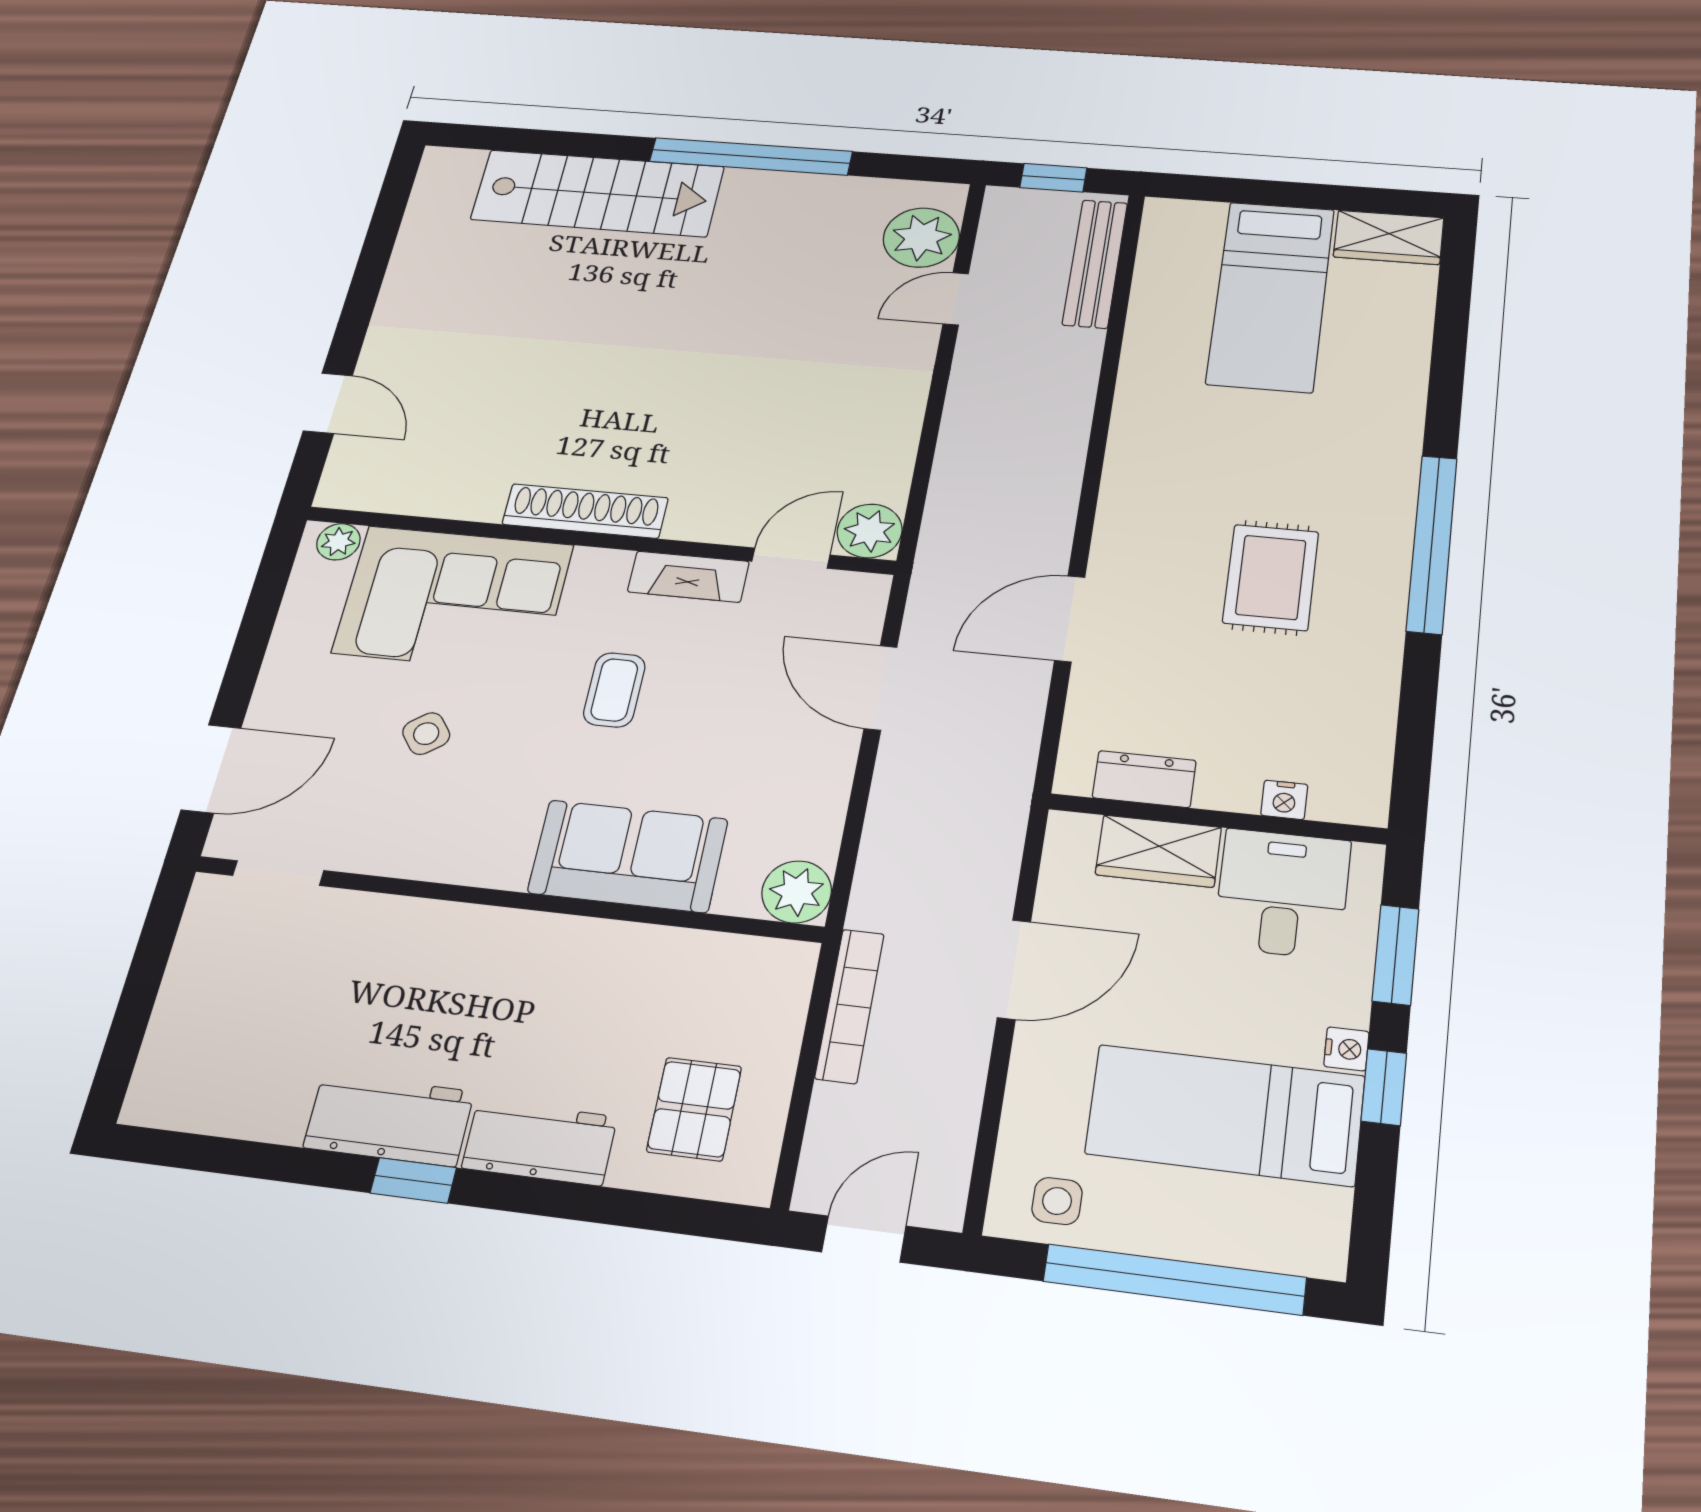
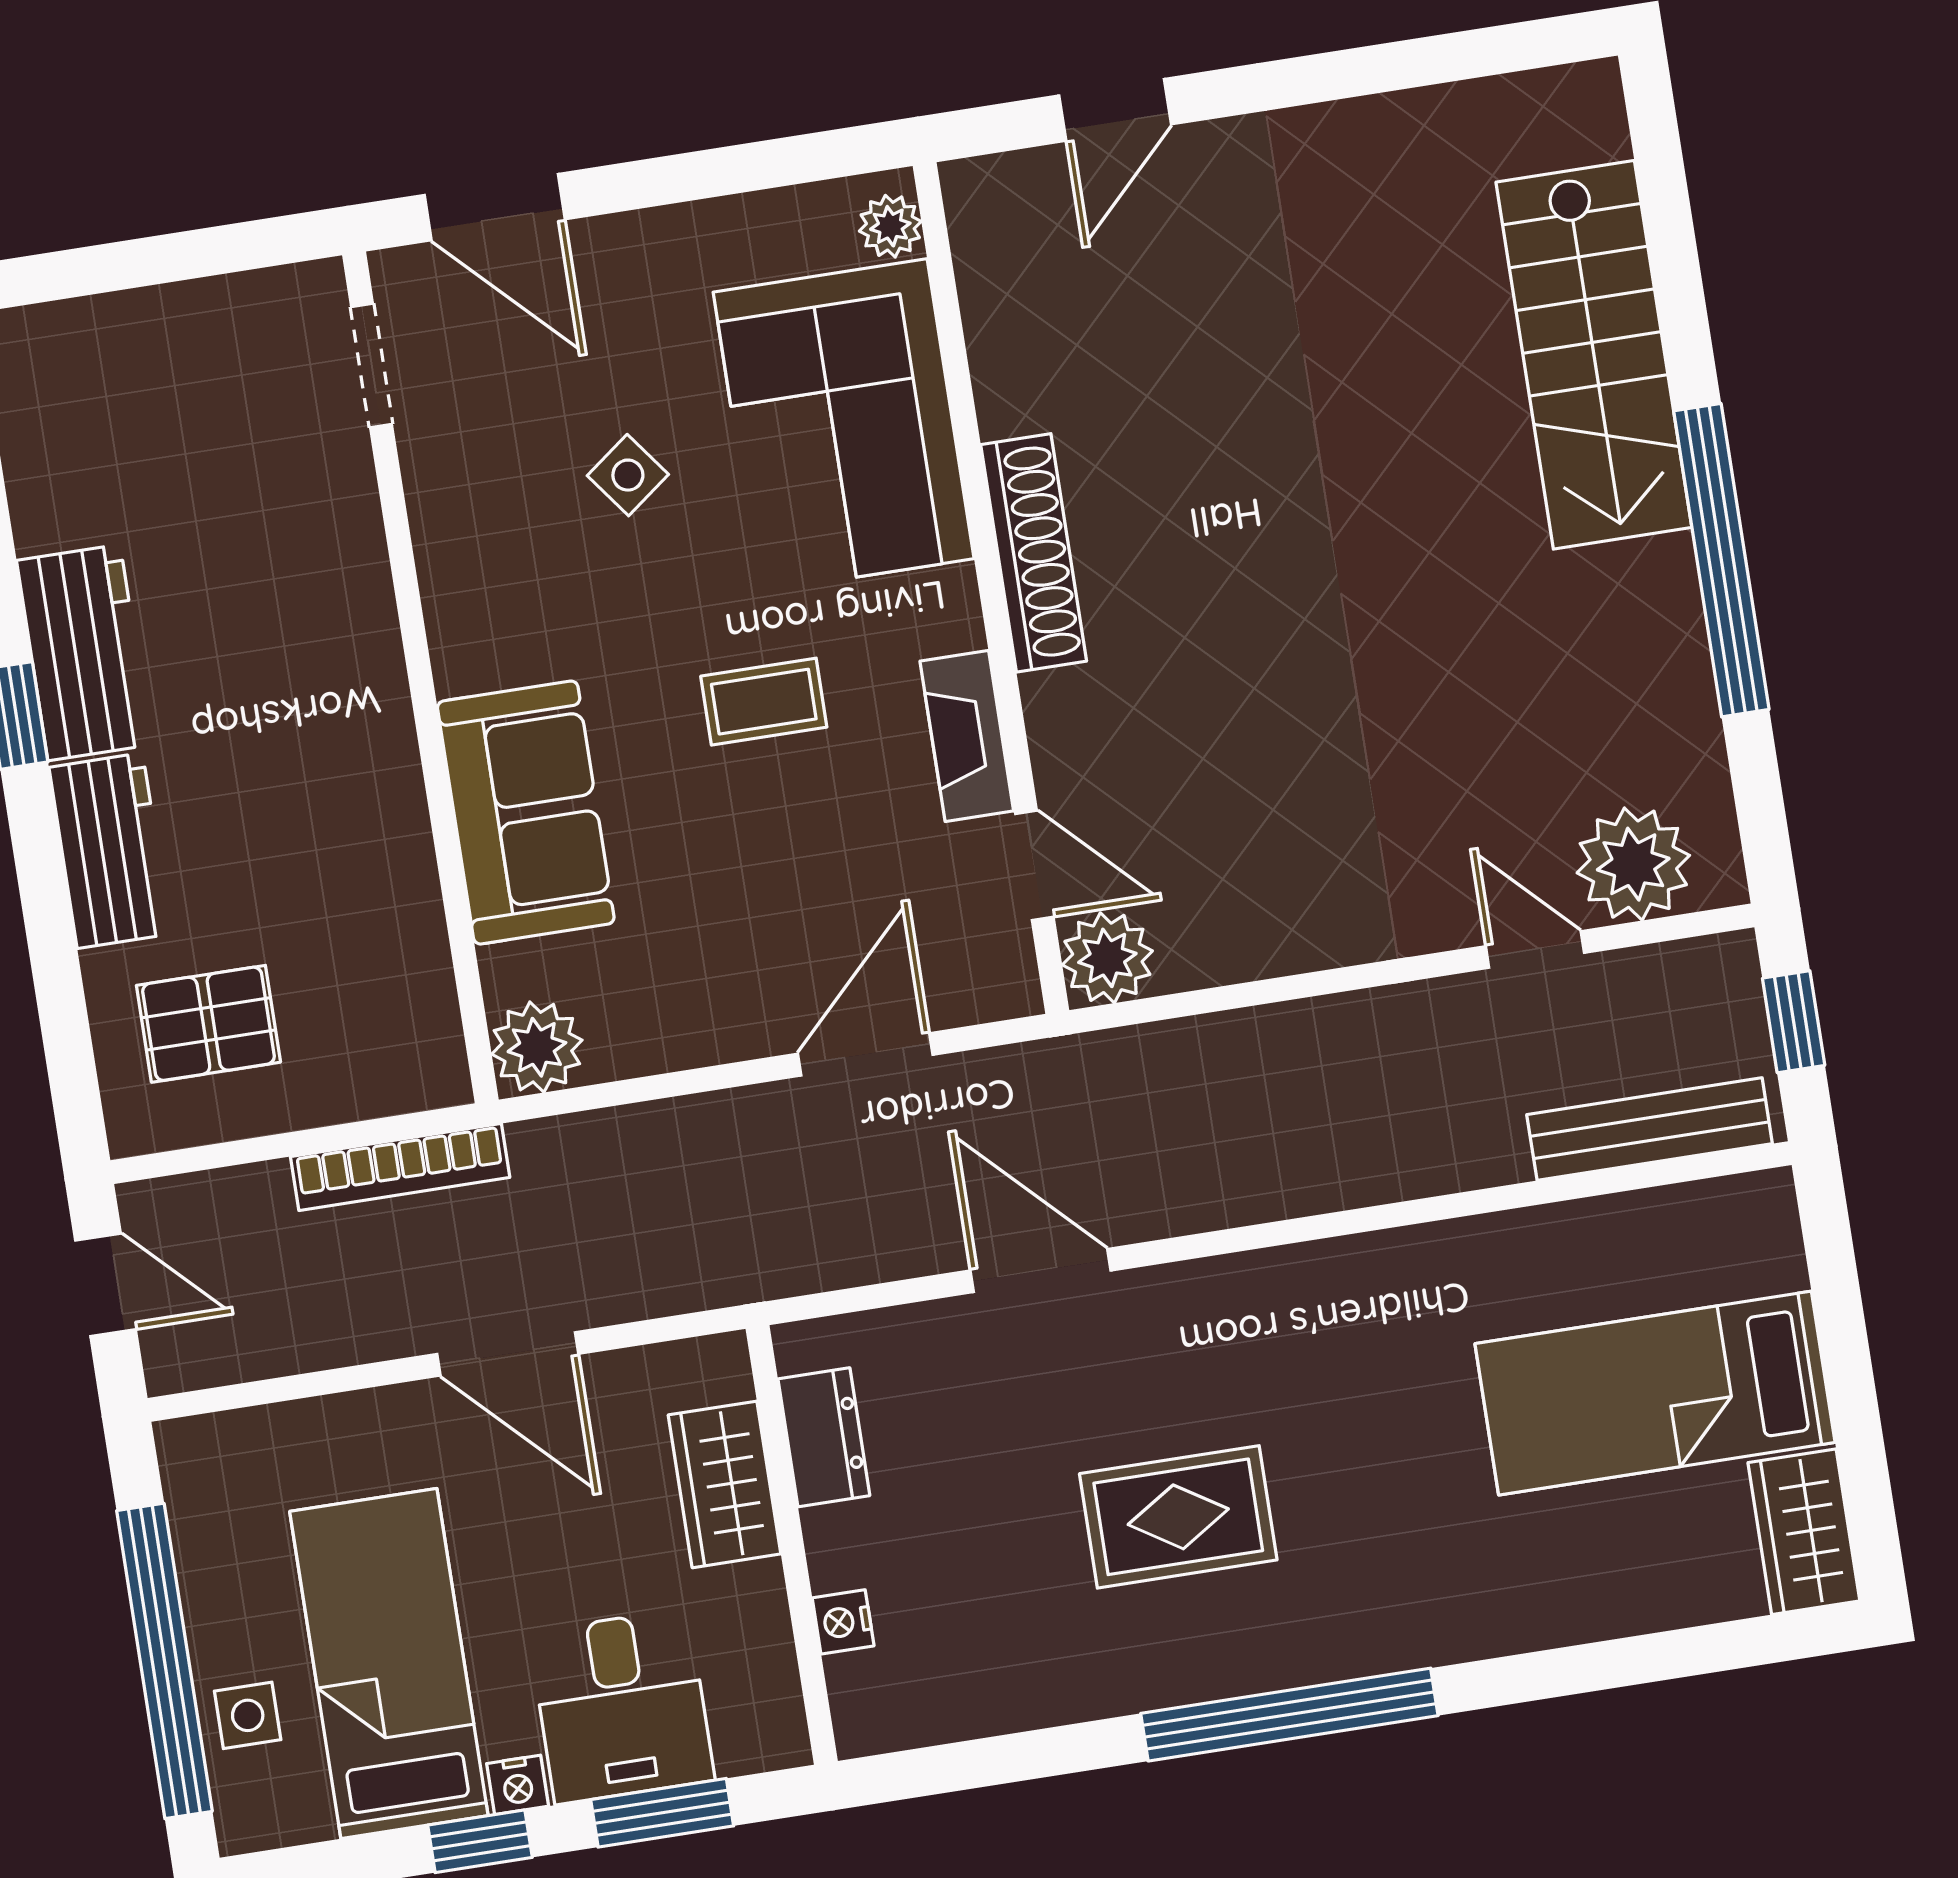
desk: (1282, 893) -> (622, 1706), moved, turned 90
side table: (1057, 1201) -> (248, 1715), moved

